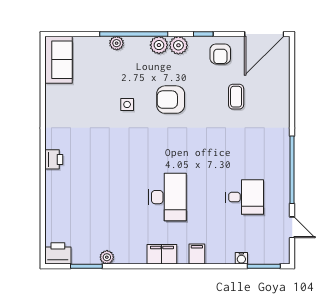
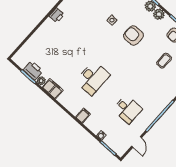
printer: (58, 253) -> (33, 70), moved
filing cabinet: (162, 254) -> (53, 89), moved

